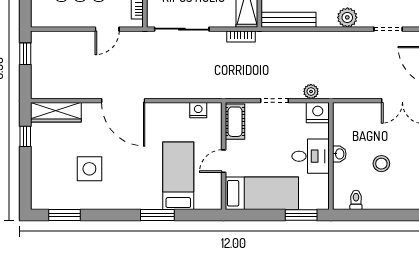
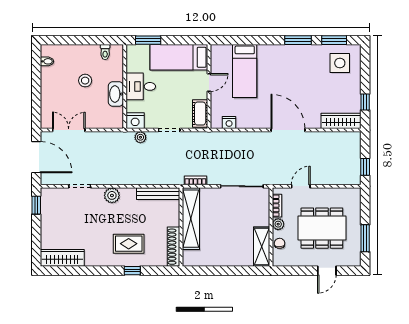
washbasin: (339, 154) -> (116, 94), width x1.91, depth x1.45
side table: (89, 169) -> (340, 63), moved
window: (157, 215) -> (298, 40), moved

